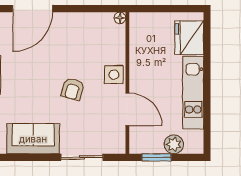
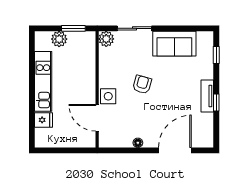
floor lamp: (120, 18) -> (138, 143), moved
fridge: (189, 38) -> (44, 120), width x0.53, depth x0.75
door: (127, 109) -> (97, 118), moved
plant: (116, 145) -> (106, 39), added

